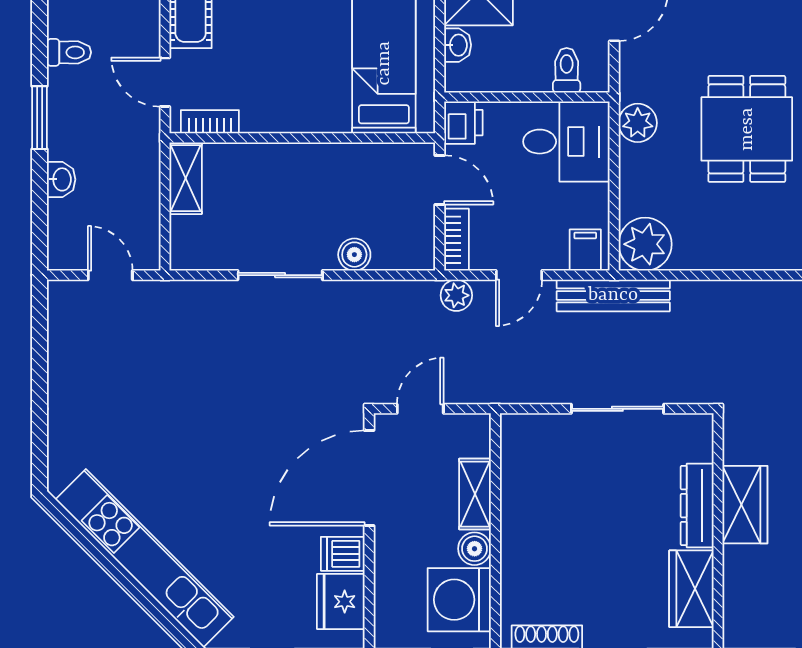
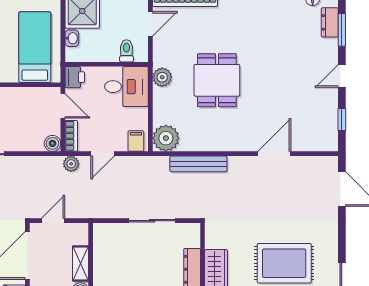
boiler: (354, 255) -> (52, 143), moved
bench: (613, 295) -> (198, 164), moved

